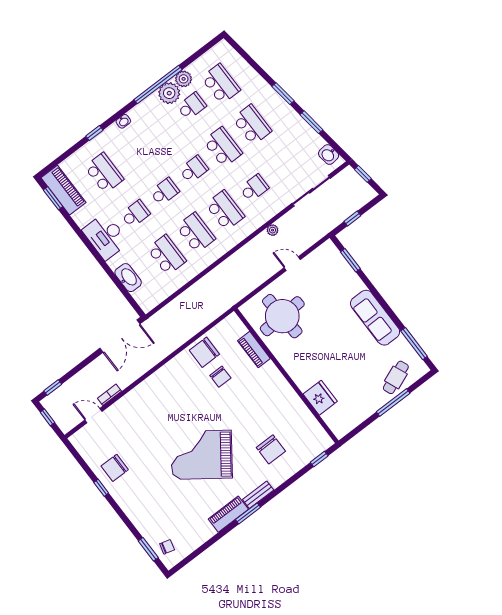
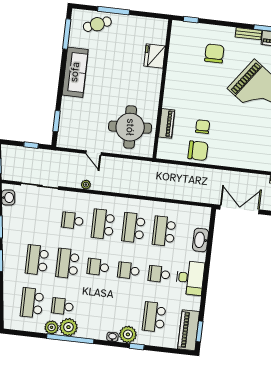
plant: (112, 136) -> (128, 334), added

